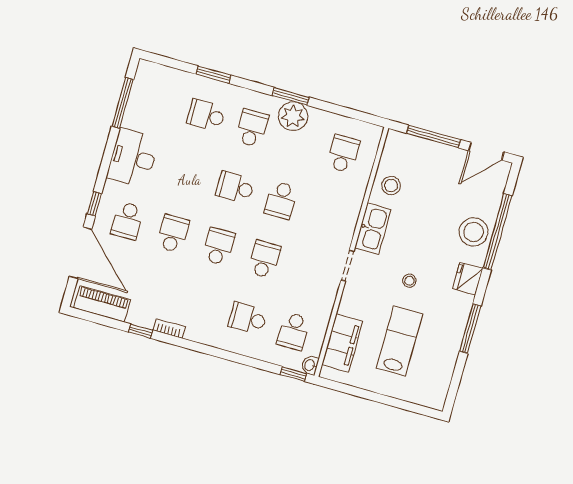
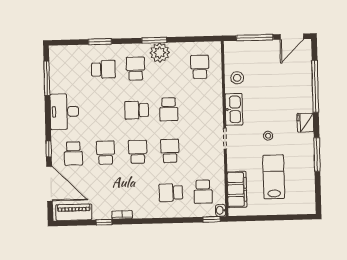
school desk: (206, 115) -> (103, 69), turned 180
stool: (474, 232) -> (300, 91), removed

